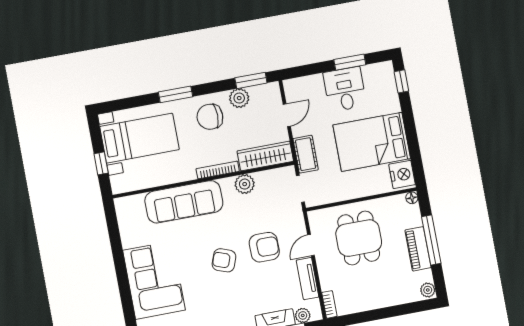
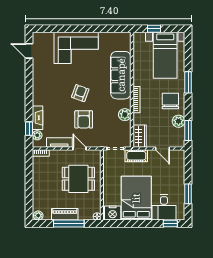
desk: (345, 89) -> (164, 207), moved, turned 90
wardrobe: (265, 156) -> (140, 136), width x0.67

